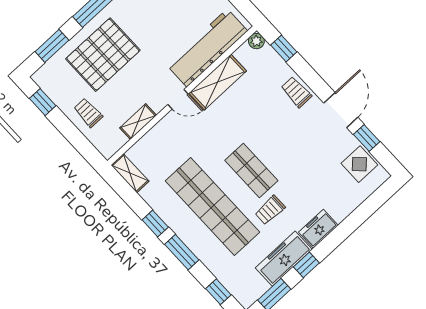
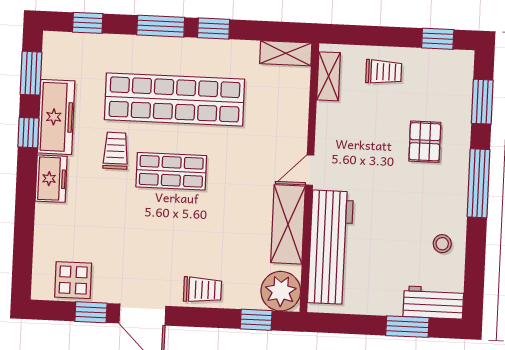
plant: (256, 41) -> (281, 291), width x1.88, depth x1.88
pallet: (103, 55) -> (425, 142), width x0.49, depth x0.50
shelving: (138, 122) -> (329, 76), moved

